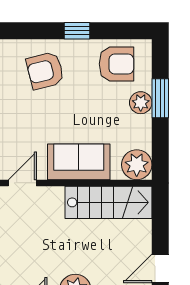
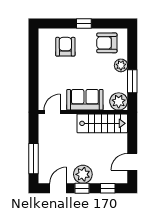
armchair: (117, 64) -> (107, 43), turned 180
armchair: (45, 71) -> (65, 47), turned 104
window: (160, 98) -> (132, 81), moved

